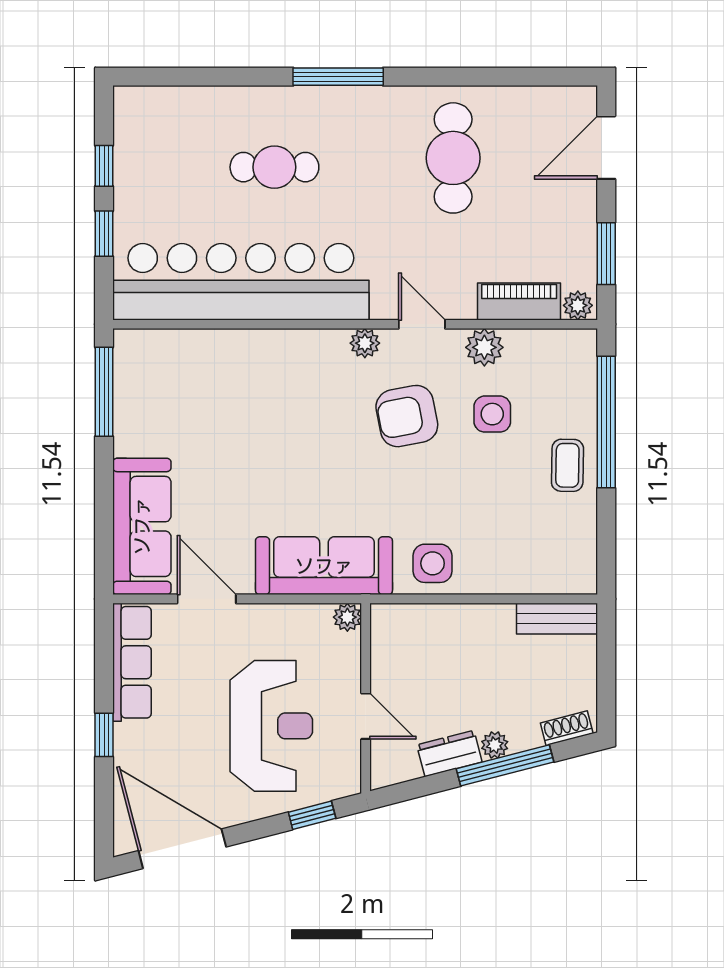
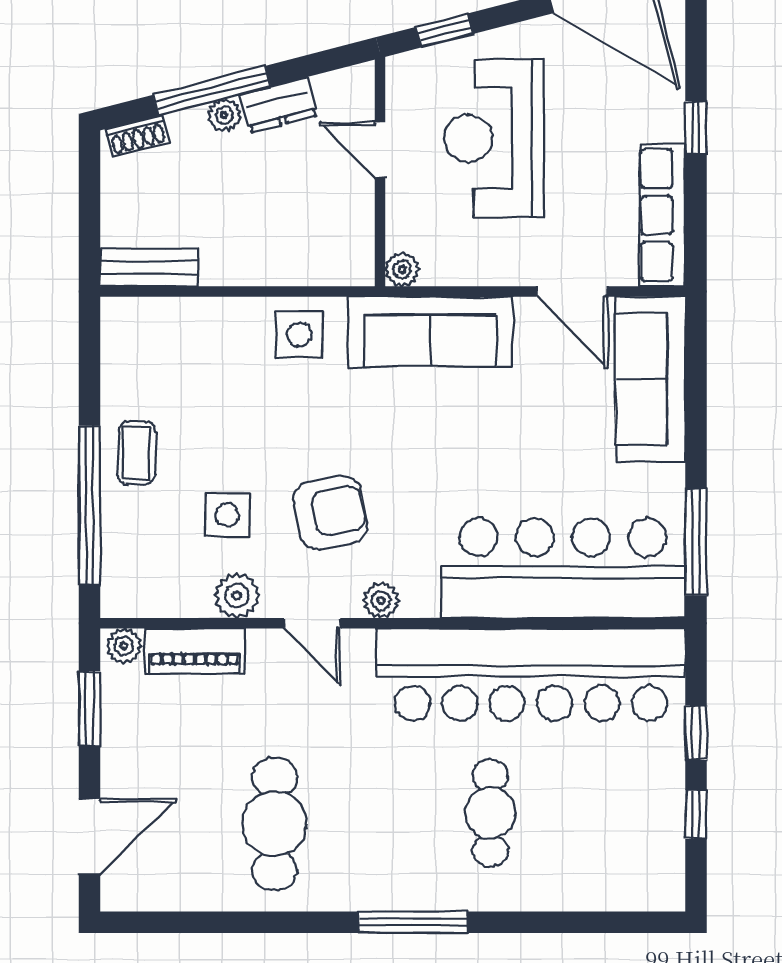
cafe table: (274, 167) -> (490, 813), turned 90
bar counter: (214, 370) -> (563, 568), added

